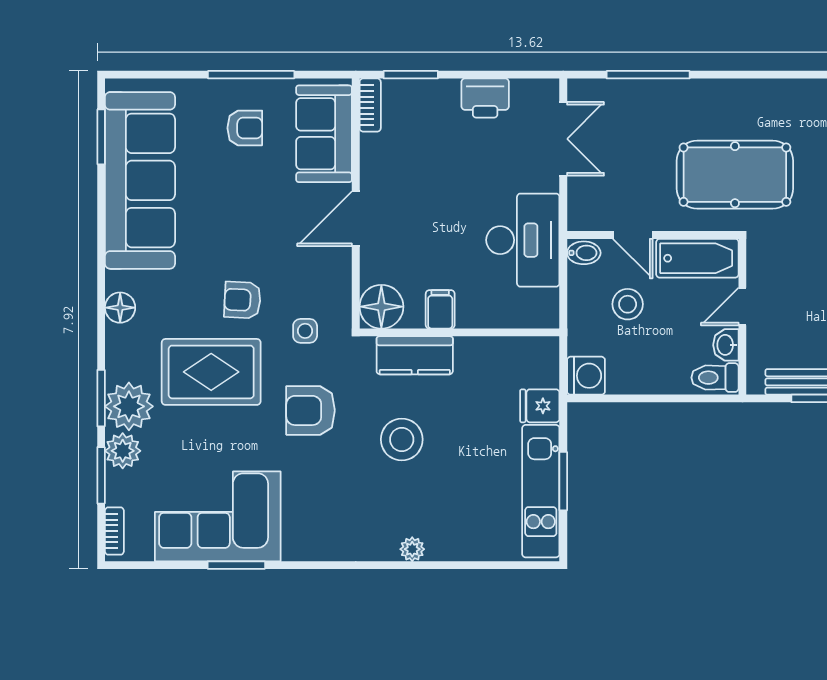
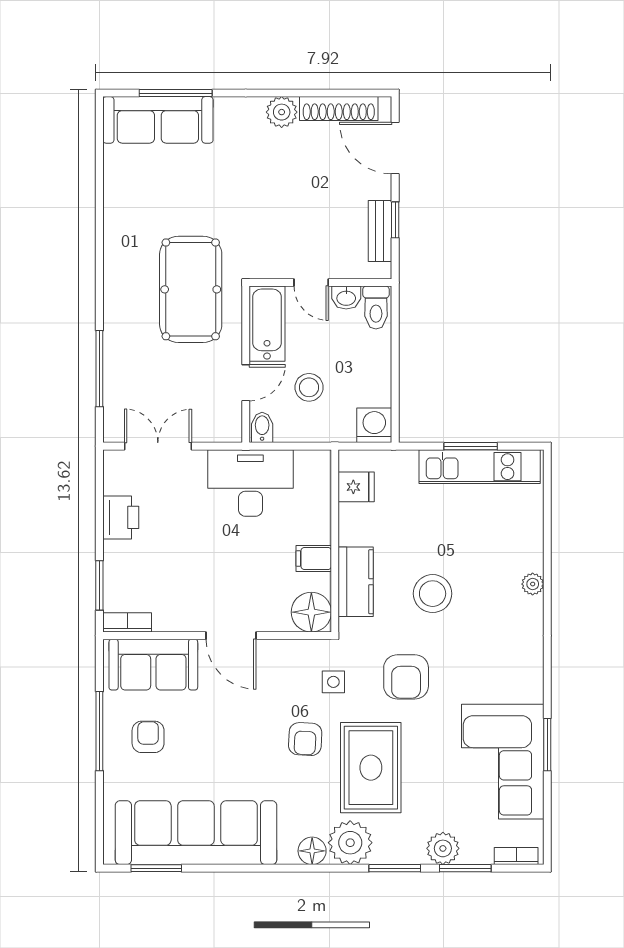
plant: (129, 406) -> (350, 843), moved
fridge: (540, 406) -> (356, 487), moved, turned -90

